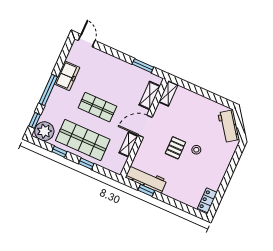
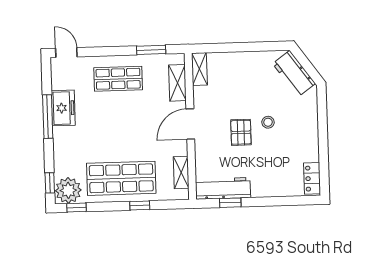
window: (48, 90) -> (48, 117), moved
shop shelf: (97, 107) -> (118, 79), moved
shelving: (129, 144) -> (181, 172), moved
window: (59, 152) -> (76, 207), moved

